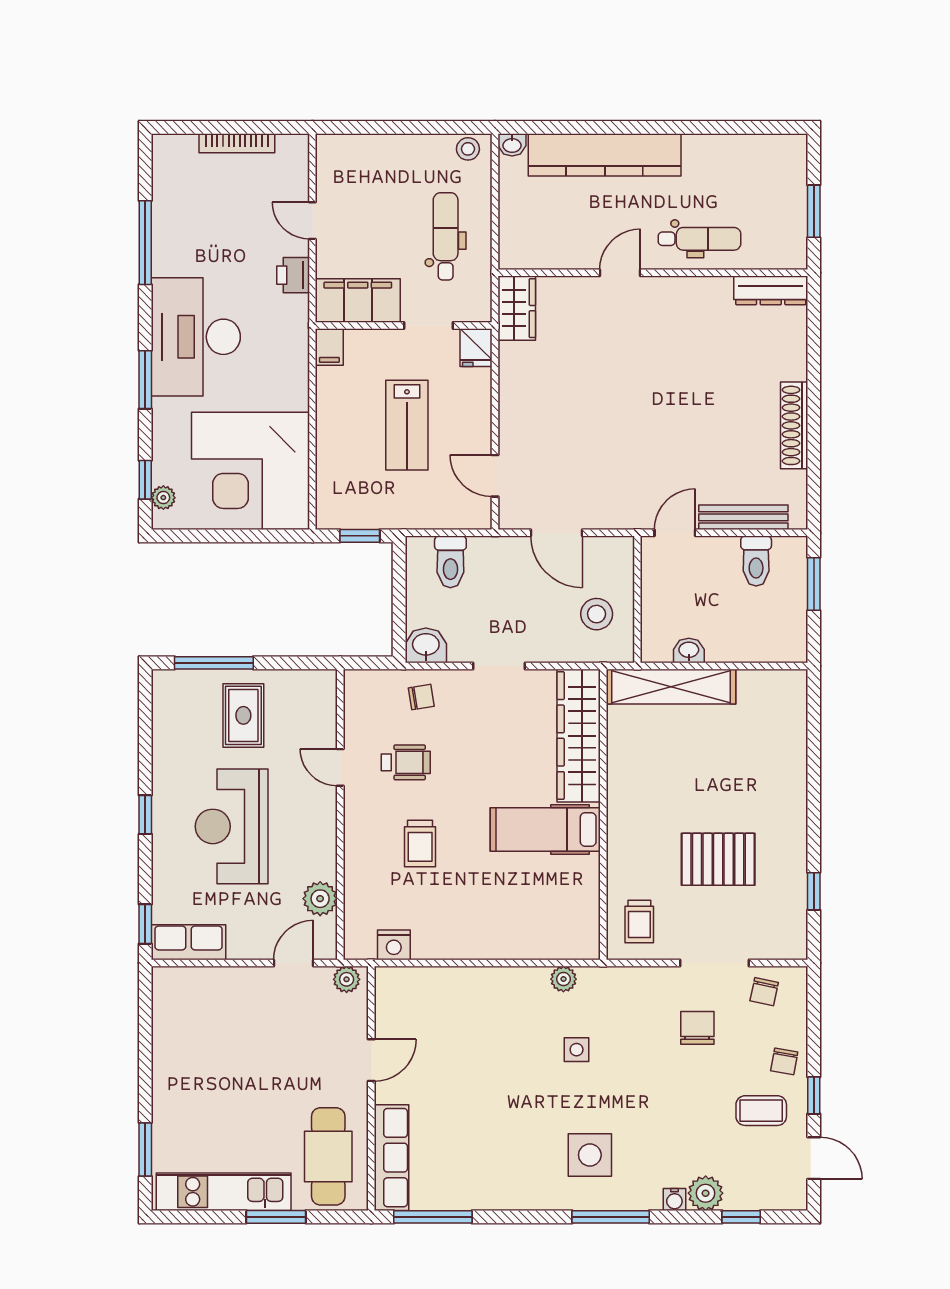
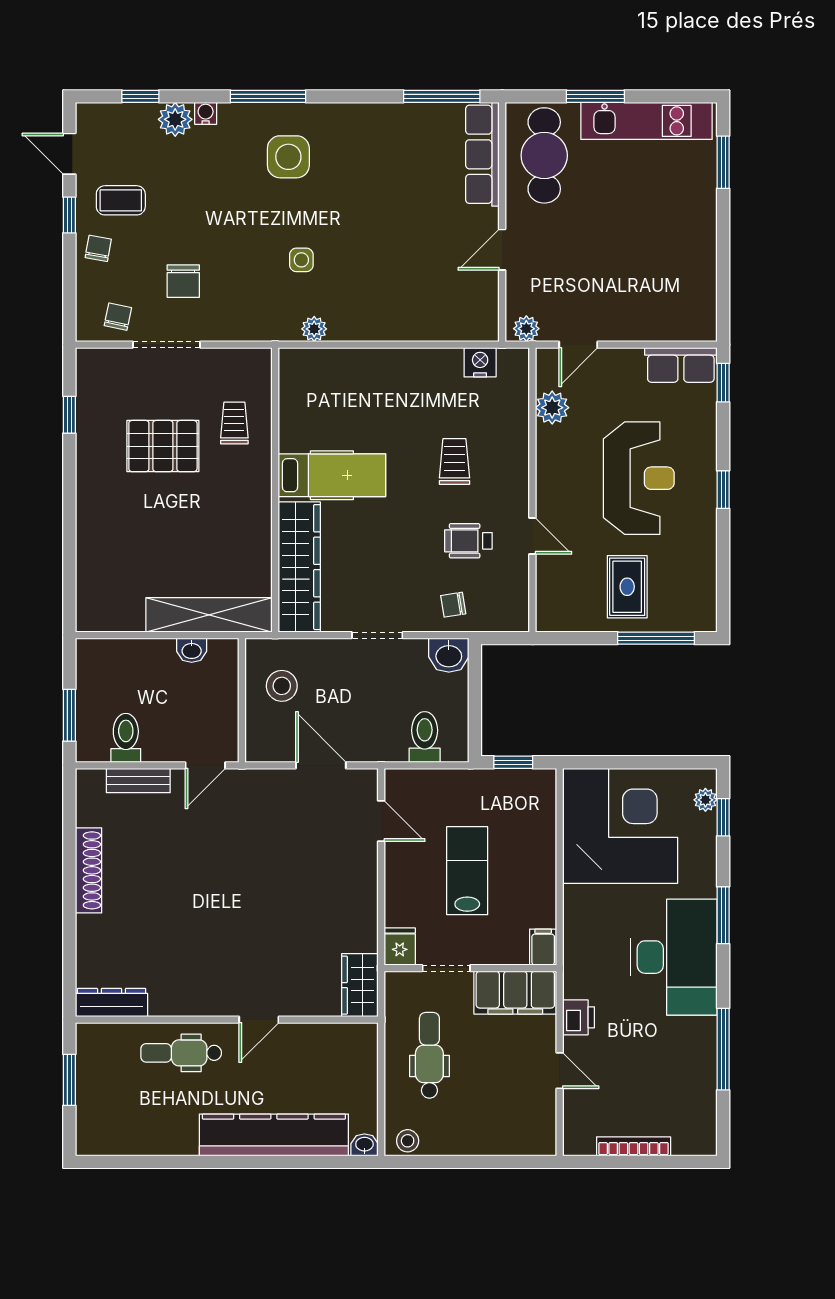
dental chair: (446, 236) -> (429, 1055), turned 180
bench: (743, 517) -> (138, 781), width x0.73
trolley: (639, 922) -> (234, 423), moved

